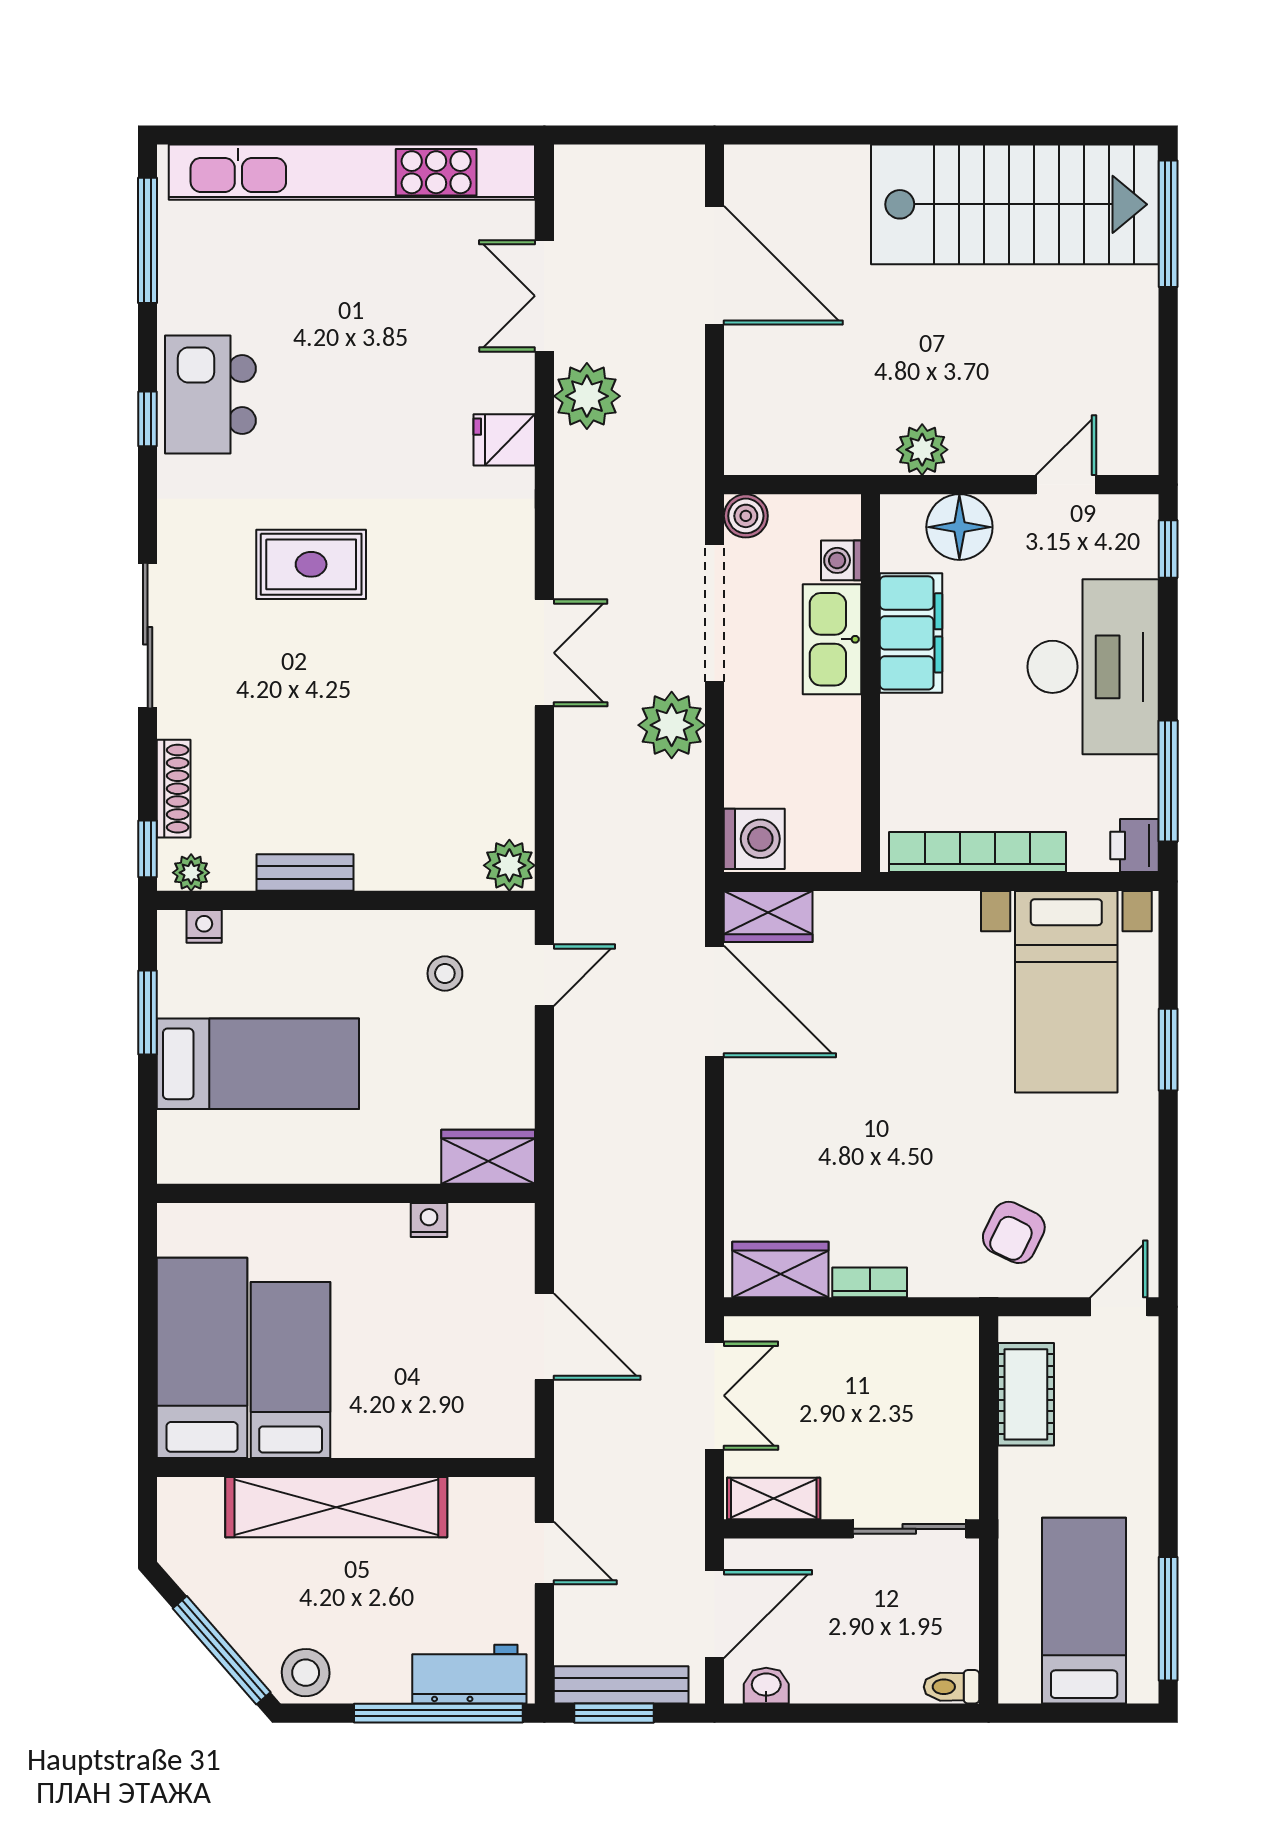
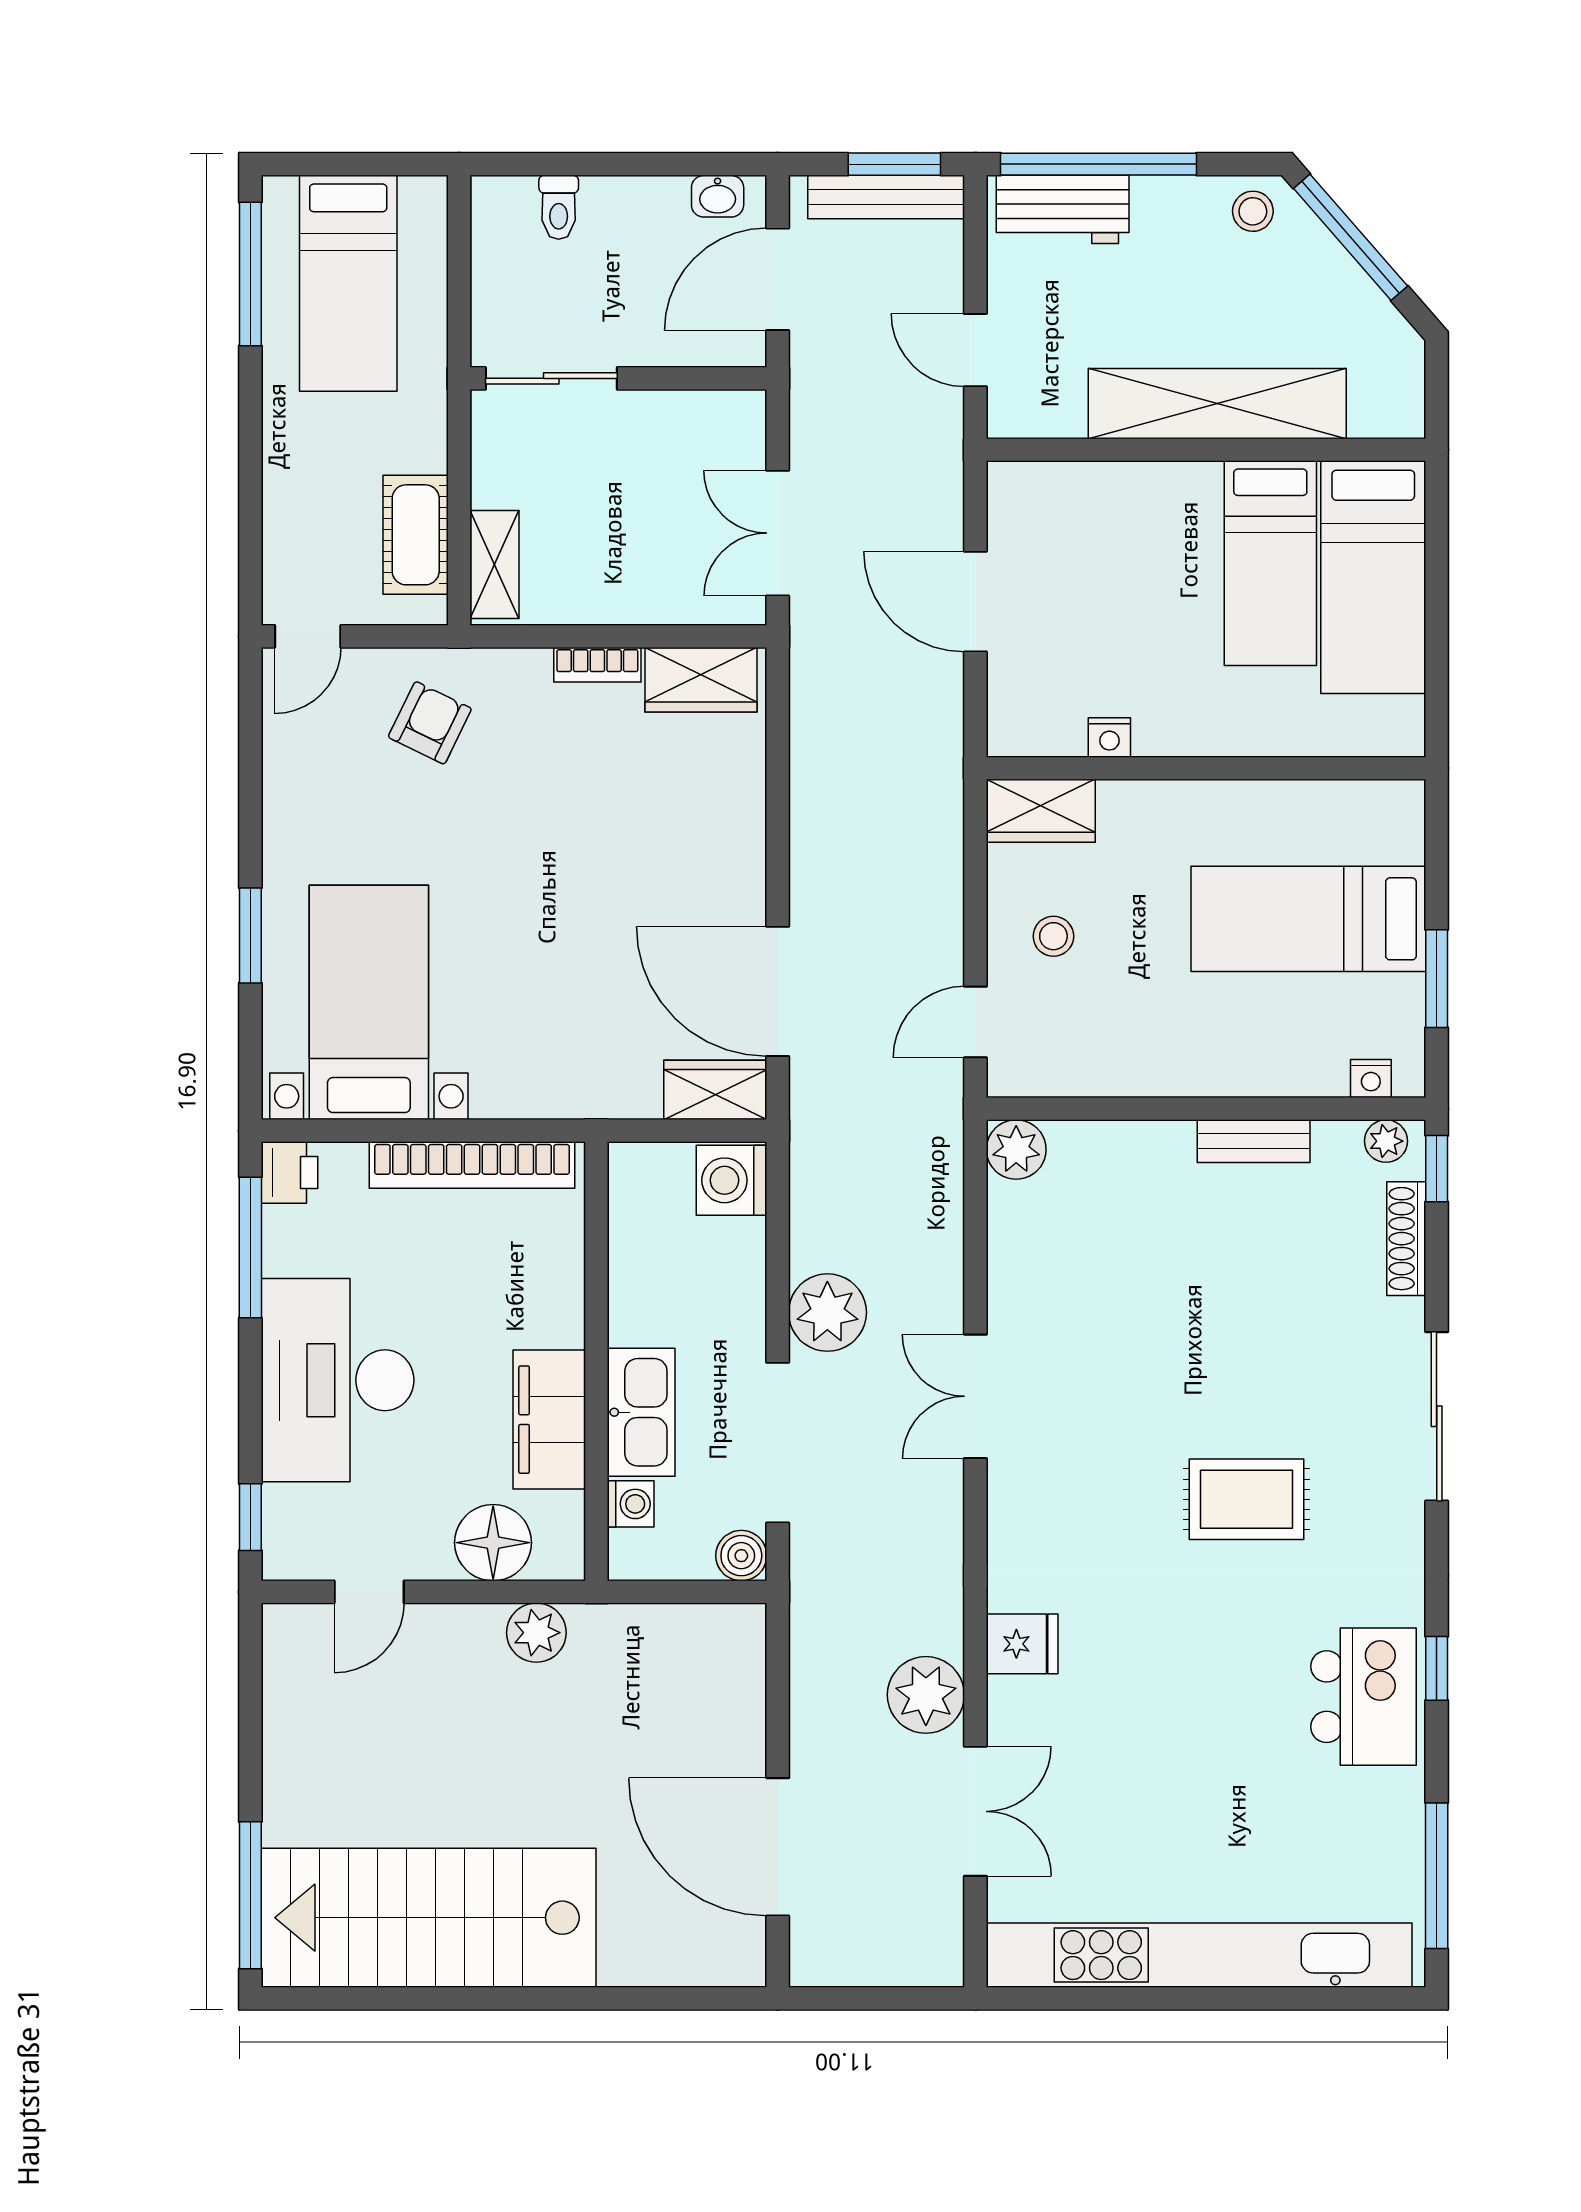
stool: (445, 973) -> (1053, 936), moved
shelving: (774, 1498) -> (494, 565), moved, turned 90
stool: (306, 1673) -> (1253, 211), width x0.73, depth x0.73
toilet: (952, 1687) -> (559, 207), moved, turned 90

